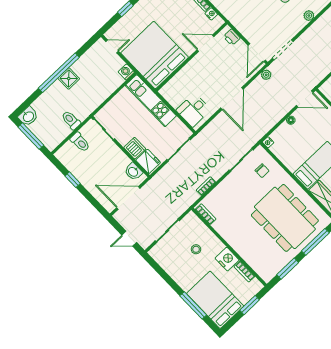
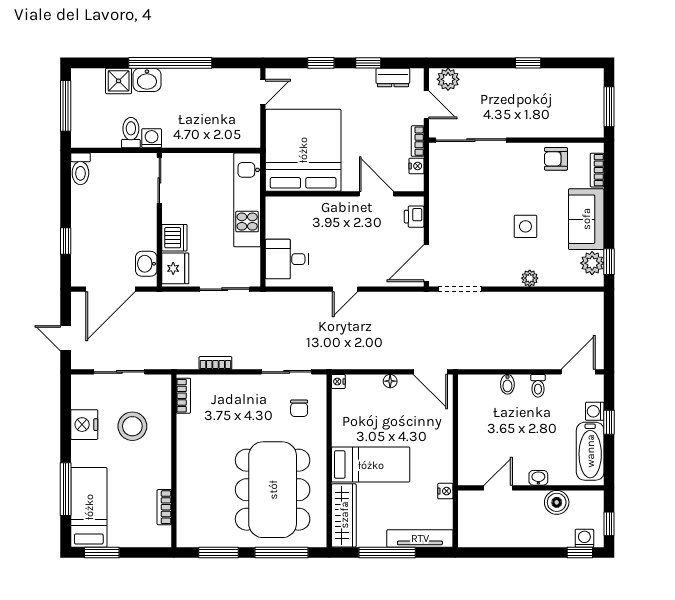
door: (112, 46) -> (263, 92), hinge flipped
washing machine: (126, 72) -> (152, 138), moved
plant: (266, 75) -> (412, 300), removed
shower: (69, 79) -> (119, 81), moved
door: (232, 99) -> (345, 289), width x0.53
washbasin: (28, 116) -> (147, 80), moved
toilet: (80, 142) -> (80, 169), moved
window: (73, 180) -> (66, 241), moved
door: (128, 198) -> (111, 289), swing flipped
stool: (196, 249) -> (132, 426), width x1.89, depth x1.89
nightstand: (227, 259) -> (84, 425), moved, turned 180
bed: (215, 300) -> (89, 507), width x0.67
window: (250, 305) -> (102, 553), moved

